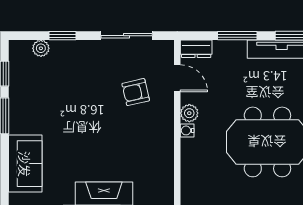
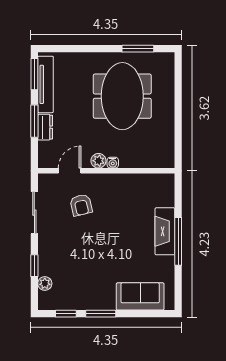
dresser: (196, 49) -> (45, 127), moved

